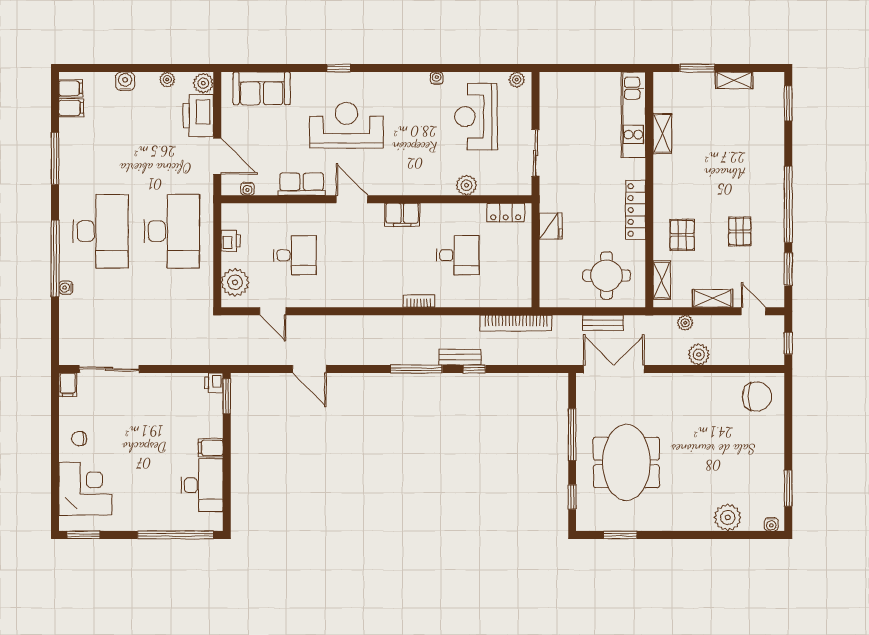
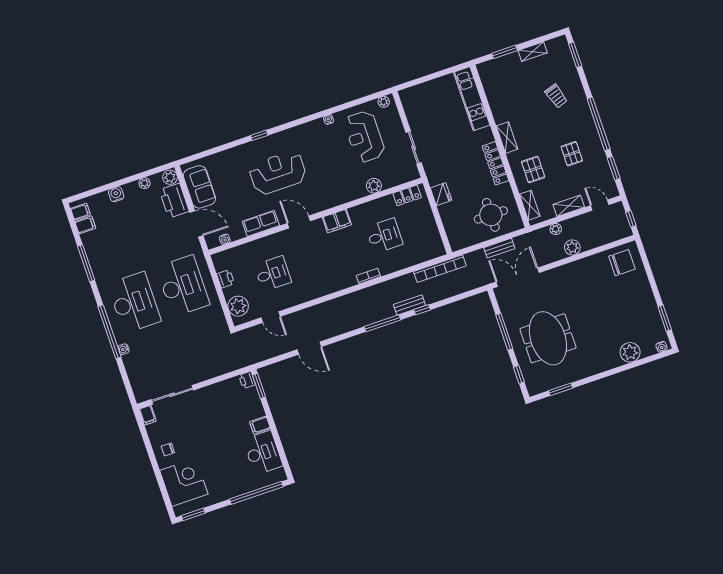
sofa: (262, 88) -> (199, 187), moved, turned -90
shelving: (662, 133) -> (507, 138), moved
trolley: (745, 149) -> (556, 96), added

